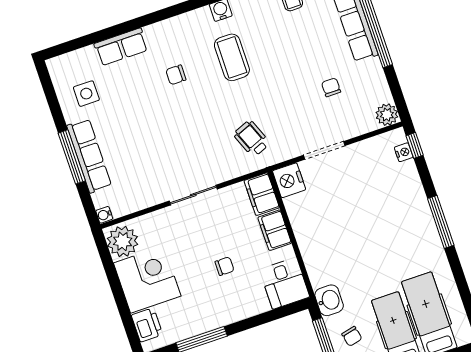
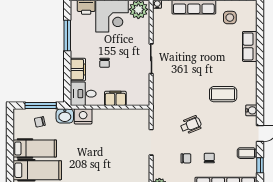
coffee table: (232, 57) -> (223, 94), moved
chair: (176, 75) -> (209, 158), moved
wheelchair: (252, 139) -> (191, 125), moved
nightstand: (289, 180) -> (83, 116), moved
filing cabinet: (262, 194) -> (78, 70), moved, turned 90

